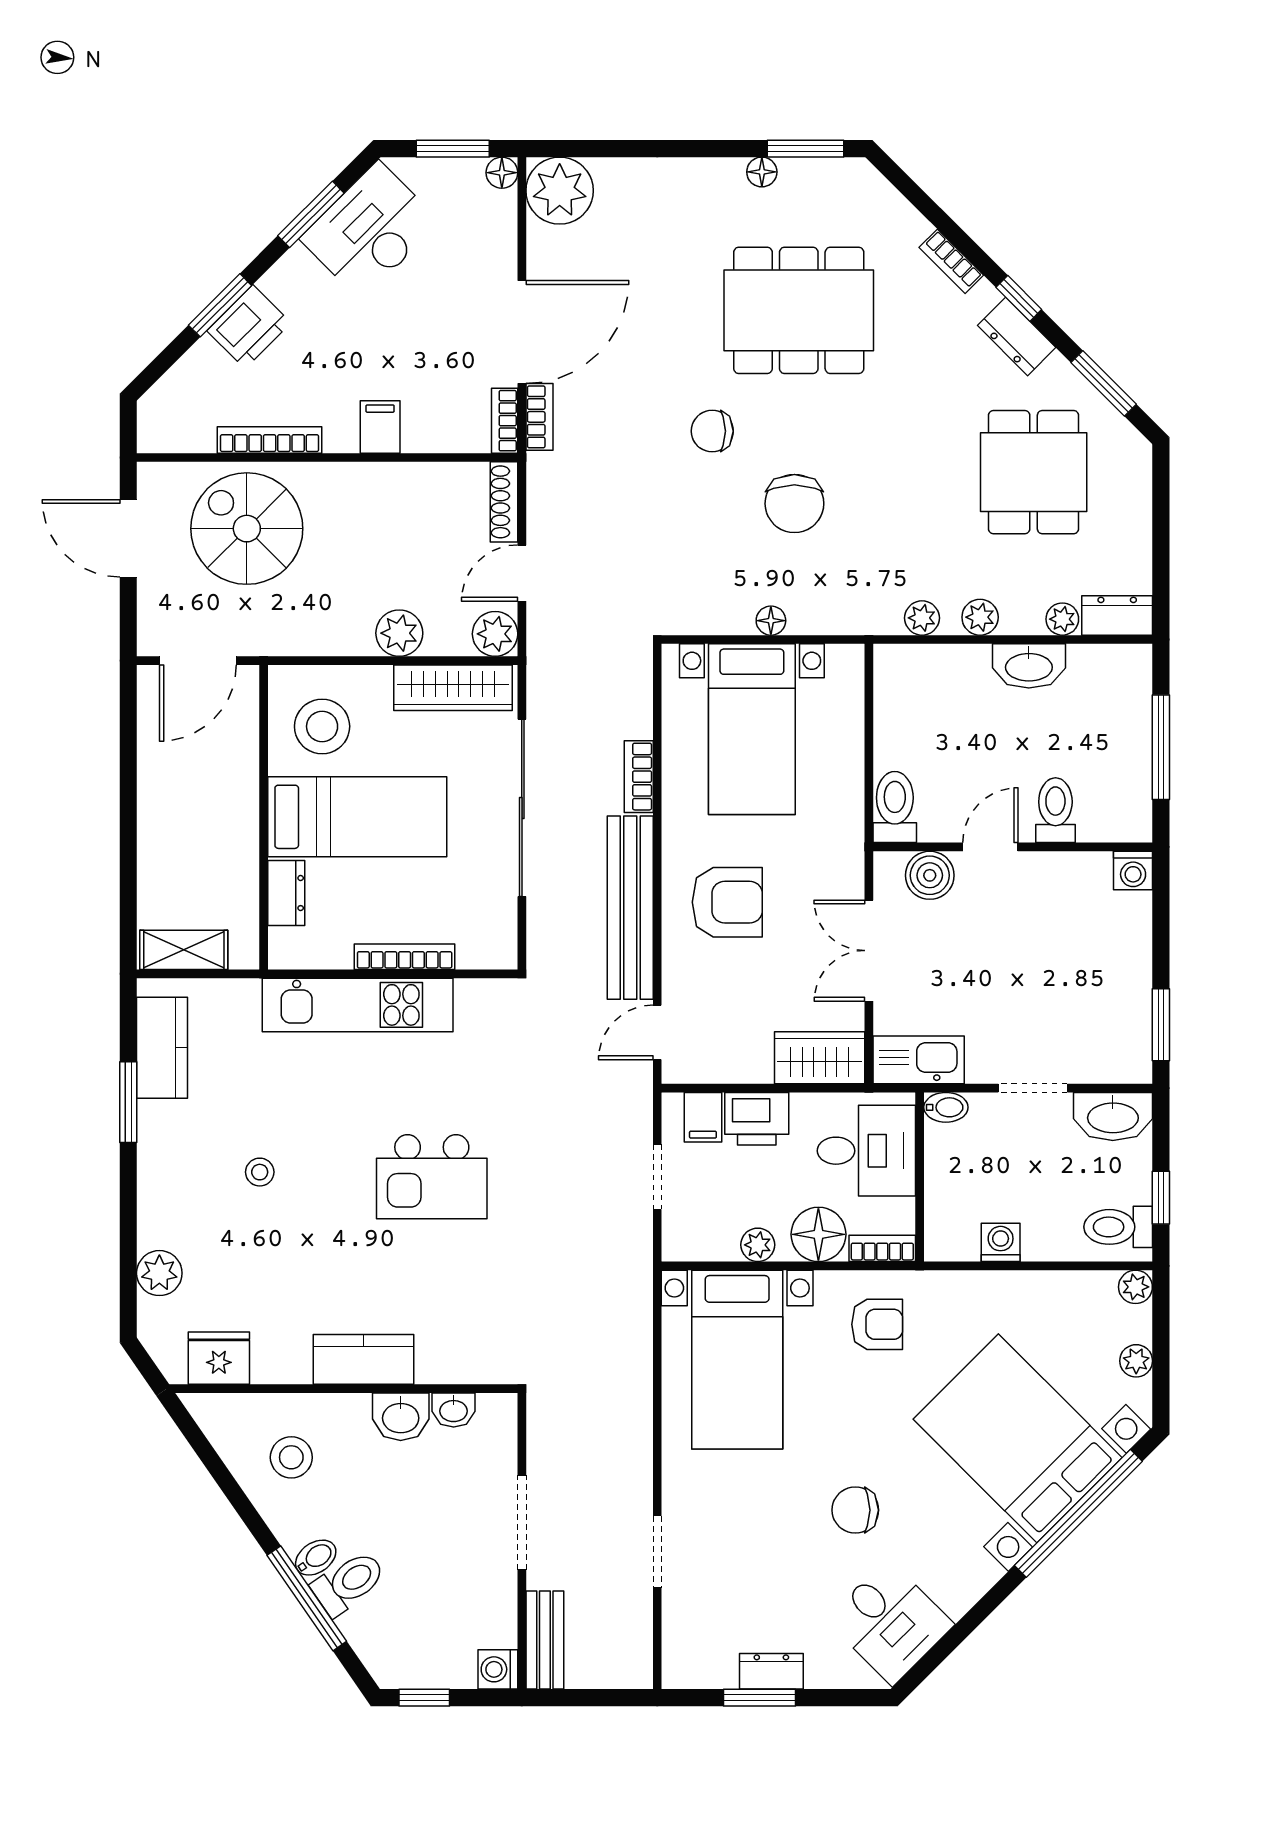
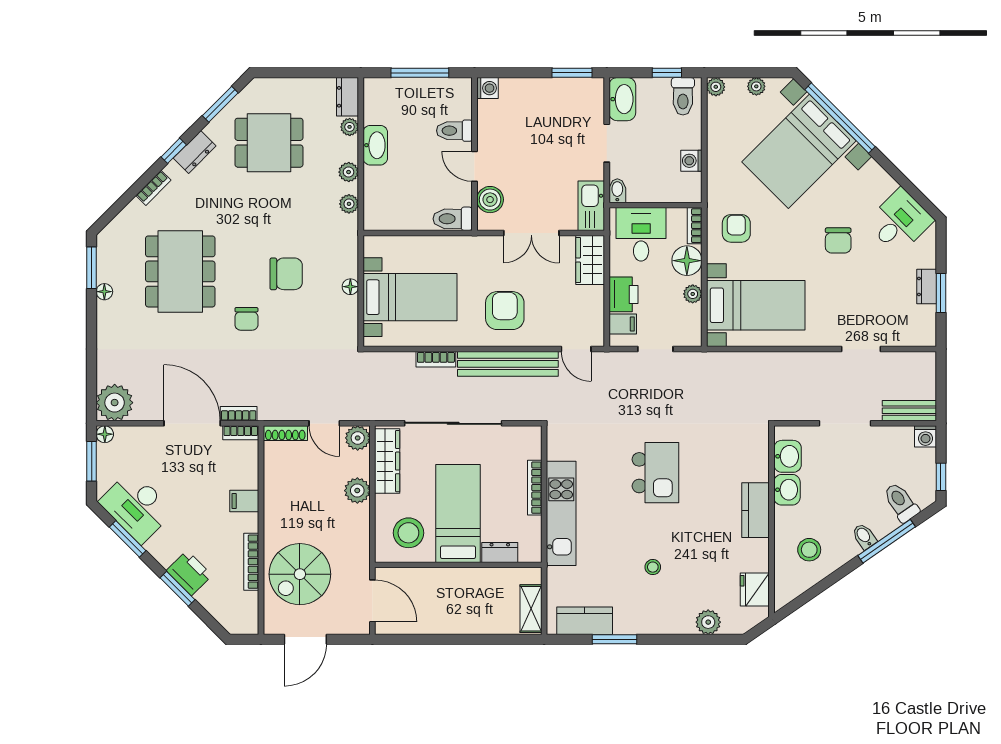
washbasin: (454, 1410) -> (788, 456), width x1.38, depth x1.45
toilet: (349, 1583) -> (901, 502), moved

